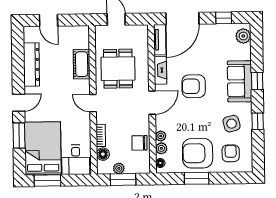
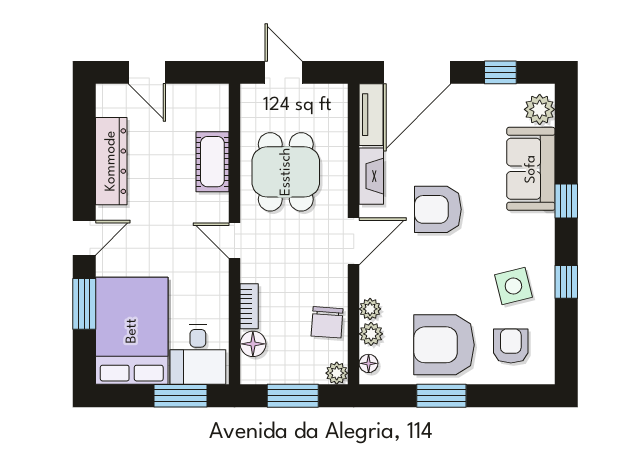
sofa: (240, 81) -> (531, 169), moved
chair: (139, 143) -> (327, 322), turned -86
plant: (119, 168) -> (337, 373), moved
window: (47, 181) -> (181, 396), moved

